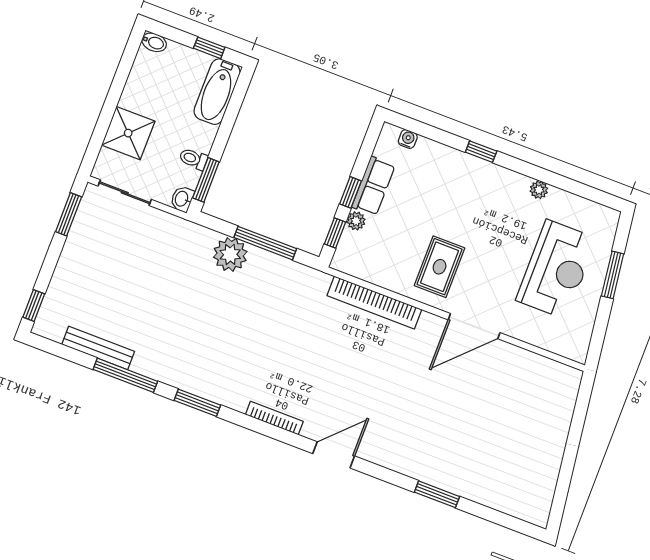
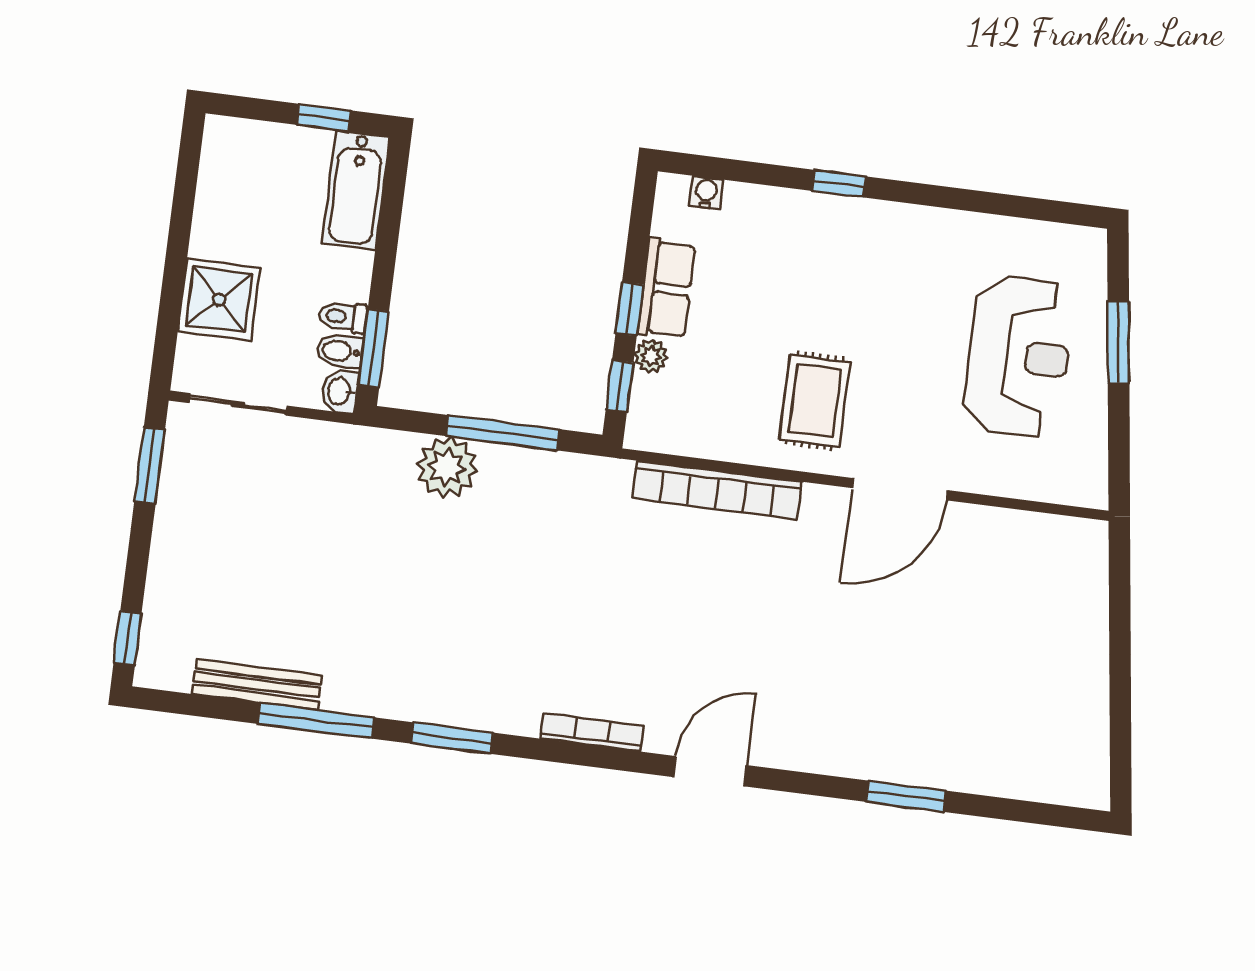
bidet: (154, 42) -> (340, 351), moved, turned 180
plant: (539, 190) -> (955, 226), removed

